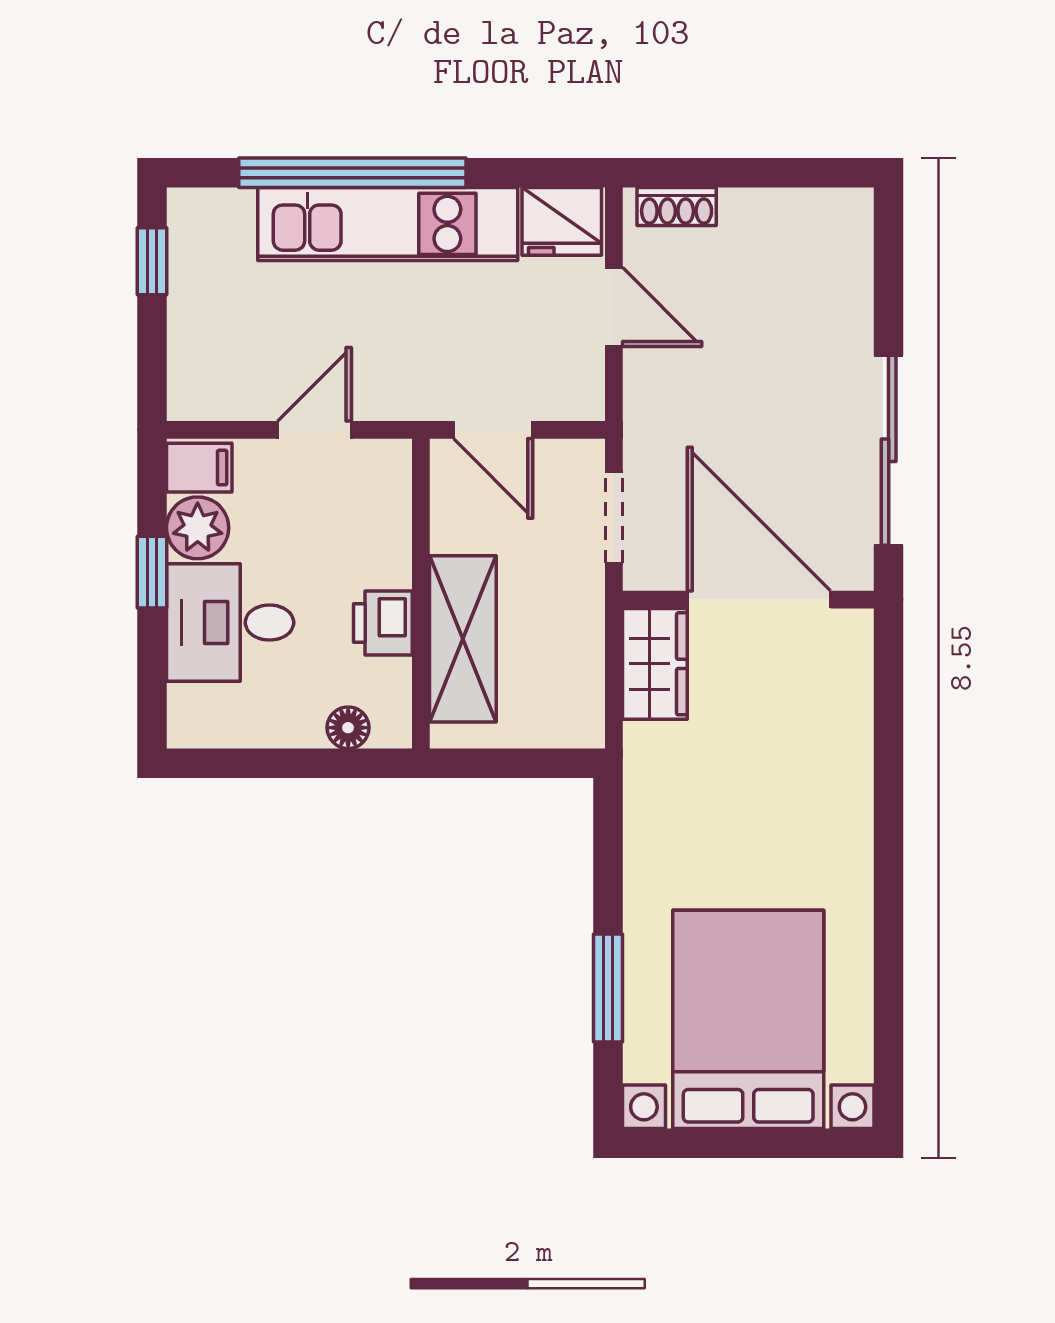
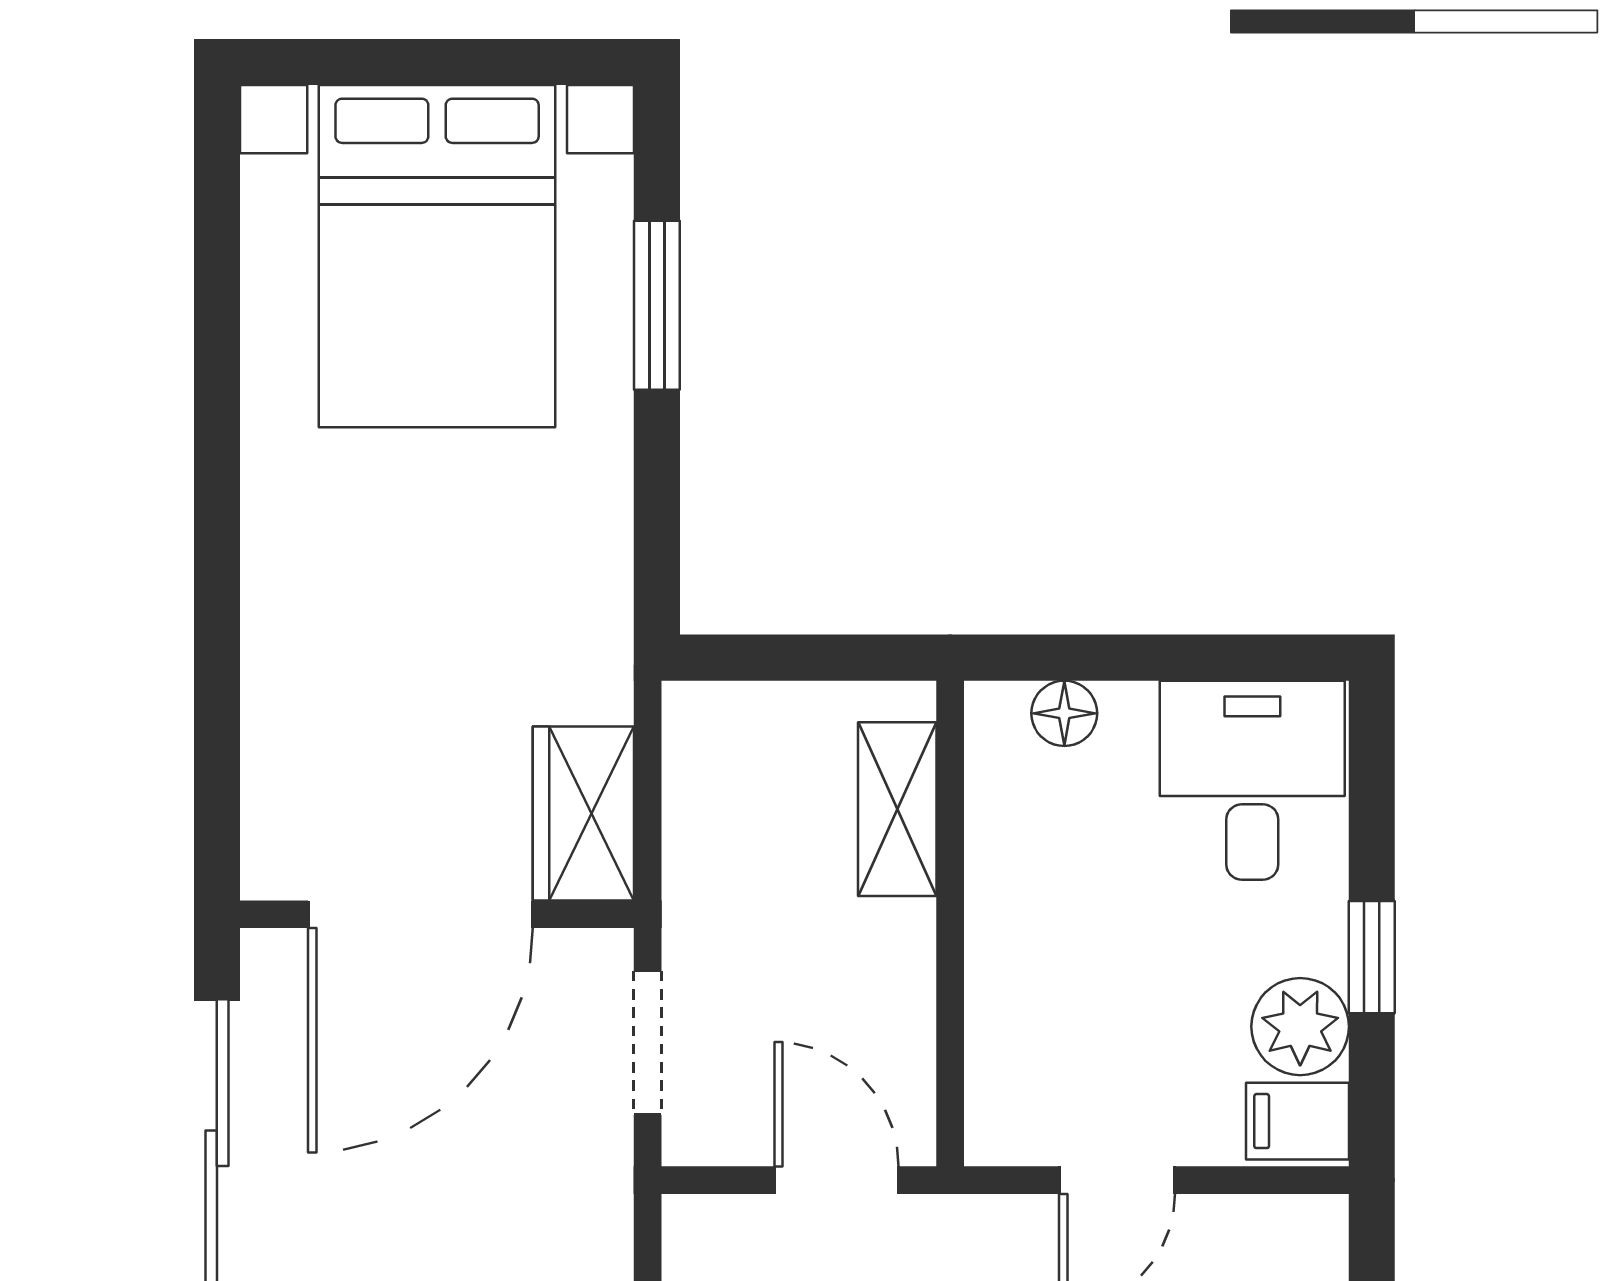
door: (759, 600) -> (420, 914), hinge flipped
desk: (230, 623) -> (1252, 780), moved, turned -90
printer: (383, 623) -> (1010, 877), removed
shelving: (463, 639) -> (897, 809), width x0.67, depth x0.75

